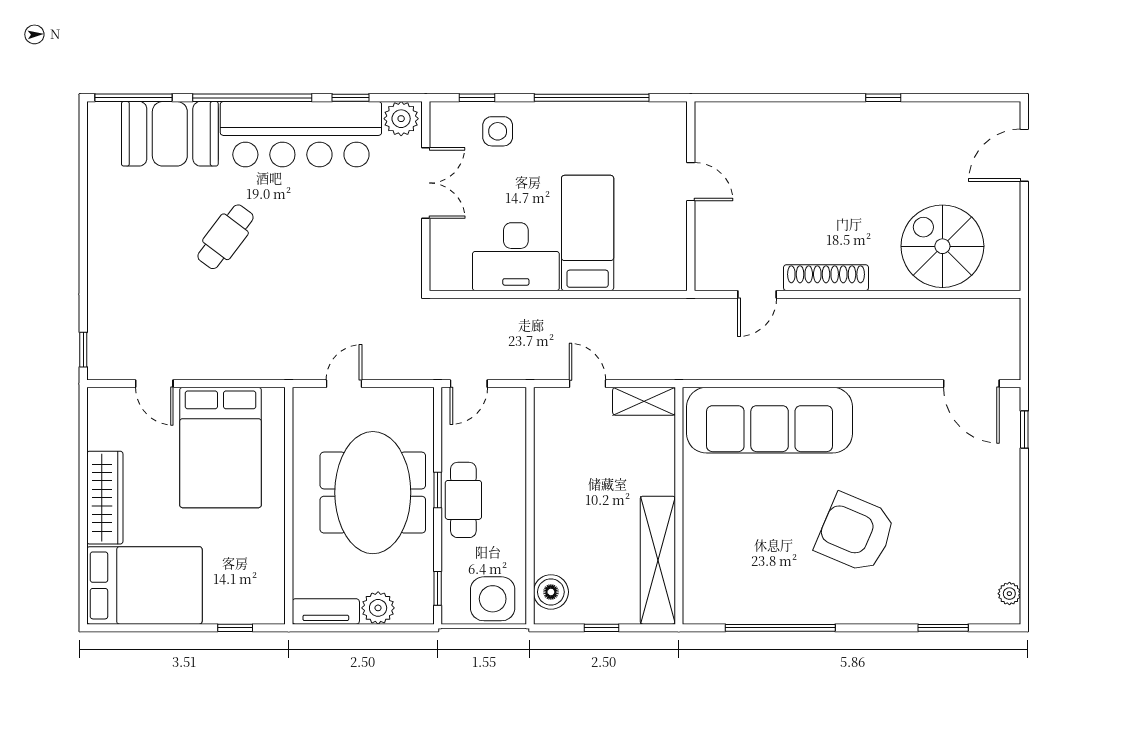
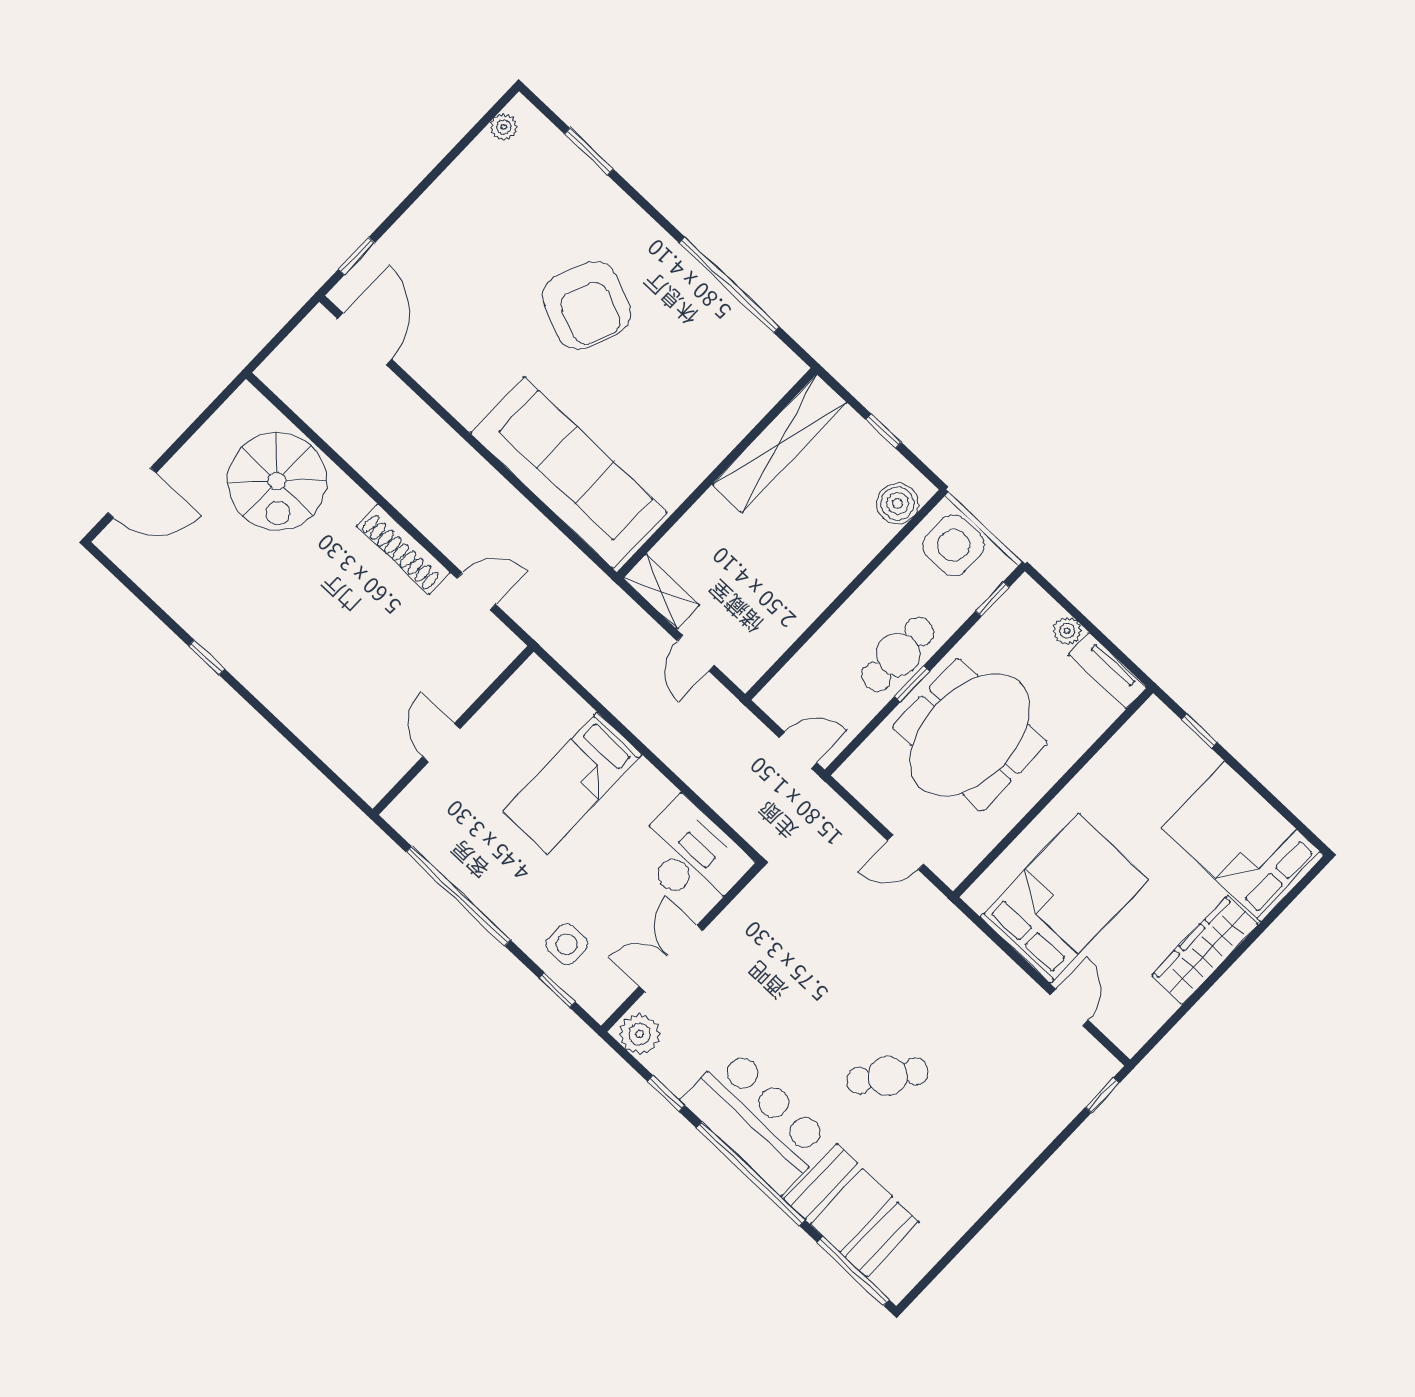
bar counter: (301, 134) -> (757, 1120), width x0.73
desk: (516, 257) -> (691, 856), moved
plant: (378, 608) -> (1067, 631), width x0.73, depth x0.73

